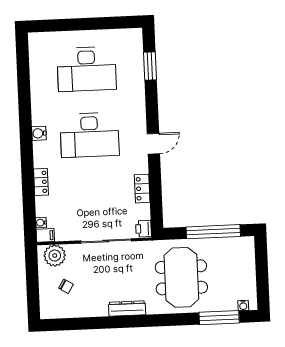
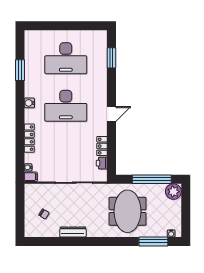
window: (24, 88) -> (20, 70), added
locker: (41, 182) -> (29, 138), width x1.53
printer: (144, 229) -> (102, 163), moved
plant: (55, 256) -> (173, 192), moved
dresser: (127, 308) -> (73, 232), moved

